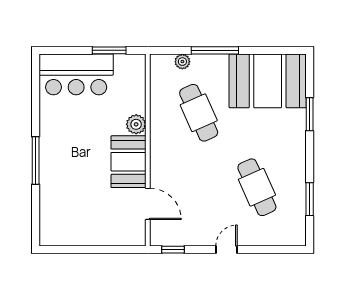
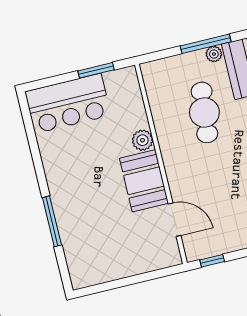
plant: (182, 62) -> (214, 54), moved
cafe table: (199, 113) -> (204, 112), turned 30
window: (36, 160) -> (52, 221), moved

